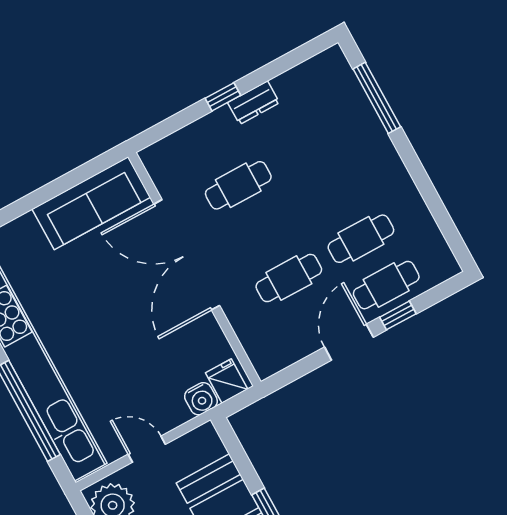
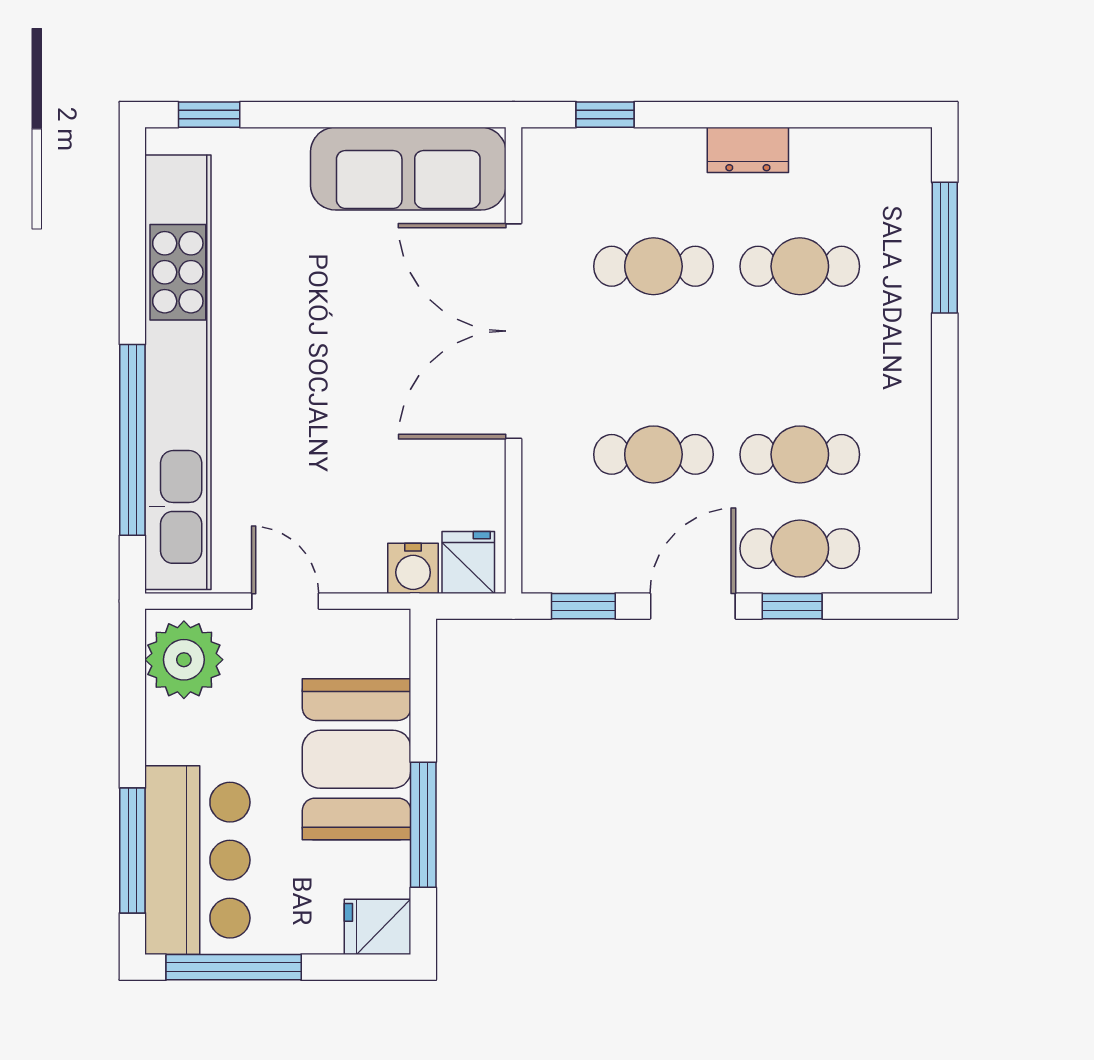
window: (223, 97) -> (605, 115), moved
cafe table: (310, 146) -> (800, 266), added
window: (295, 372) -> (583, 606), added

